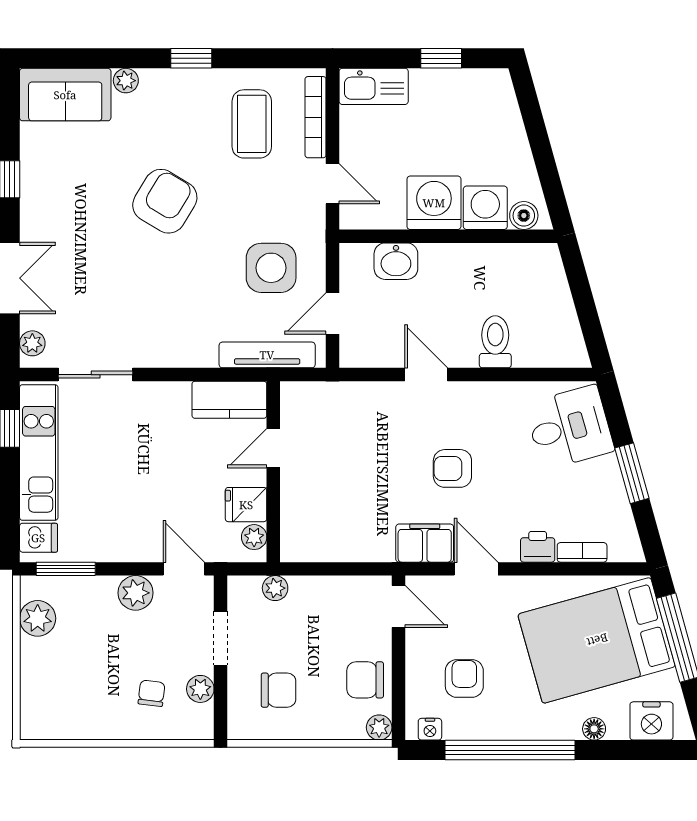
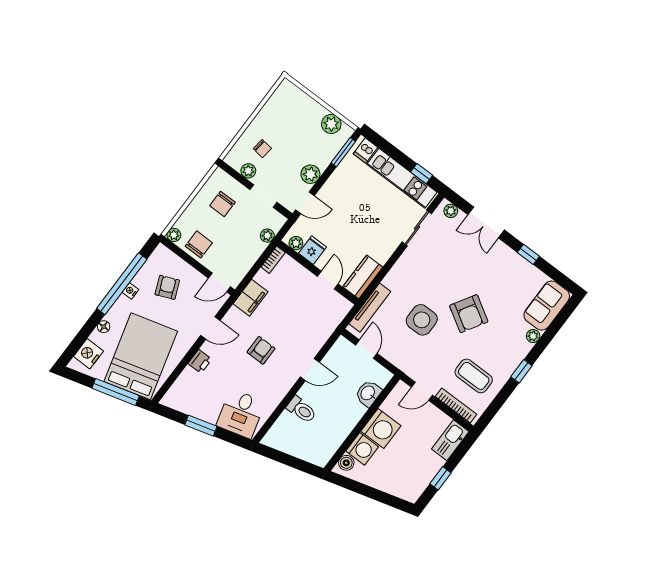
side table: (271, 268) -> (422, 320), moved
filing cabinet: (425, 543) -> (251, 298), moved
bookcase: (582, 552) -> (273, 260), moved
armchair: (464, 678) -> (167, 287), turned -113
nightstand: (430, 729) -> (130, 291), moved

